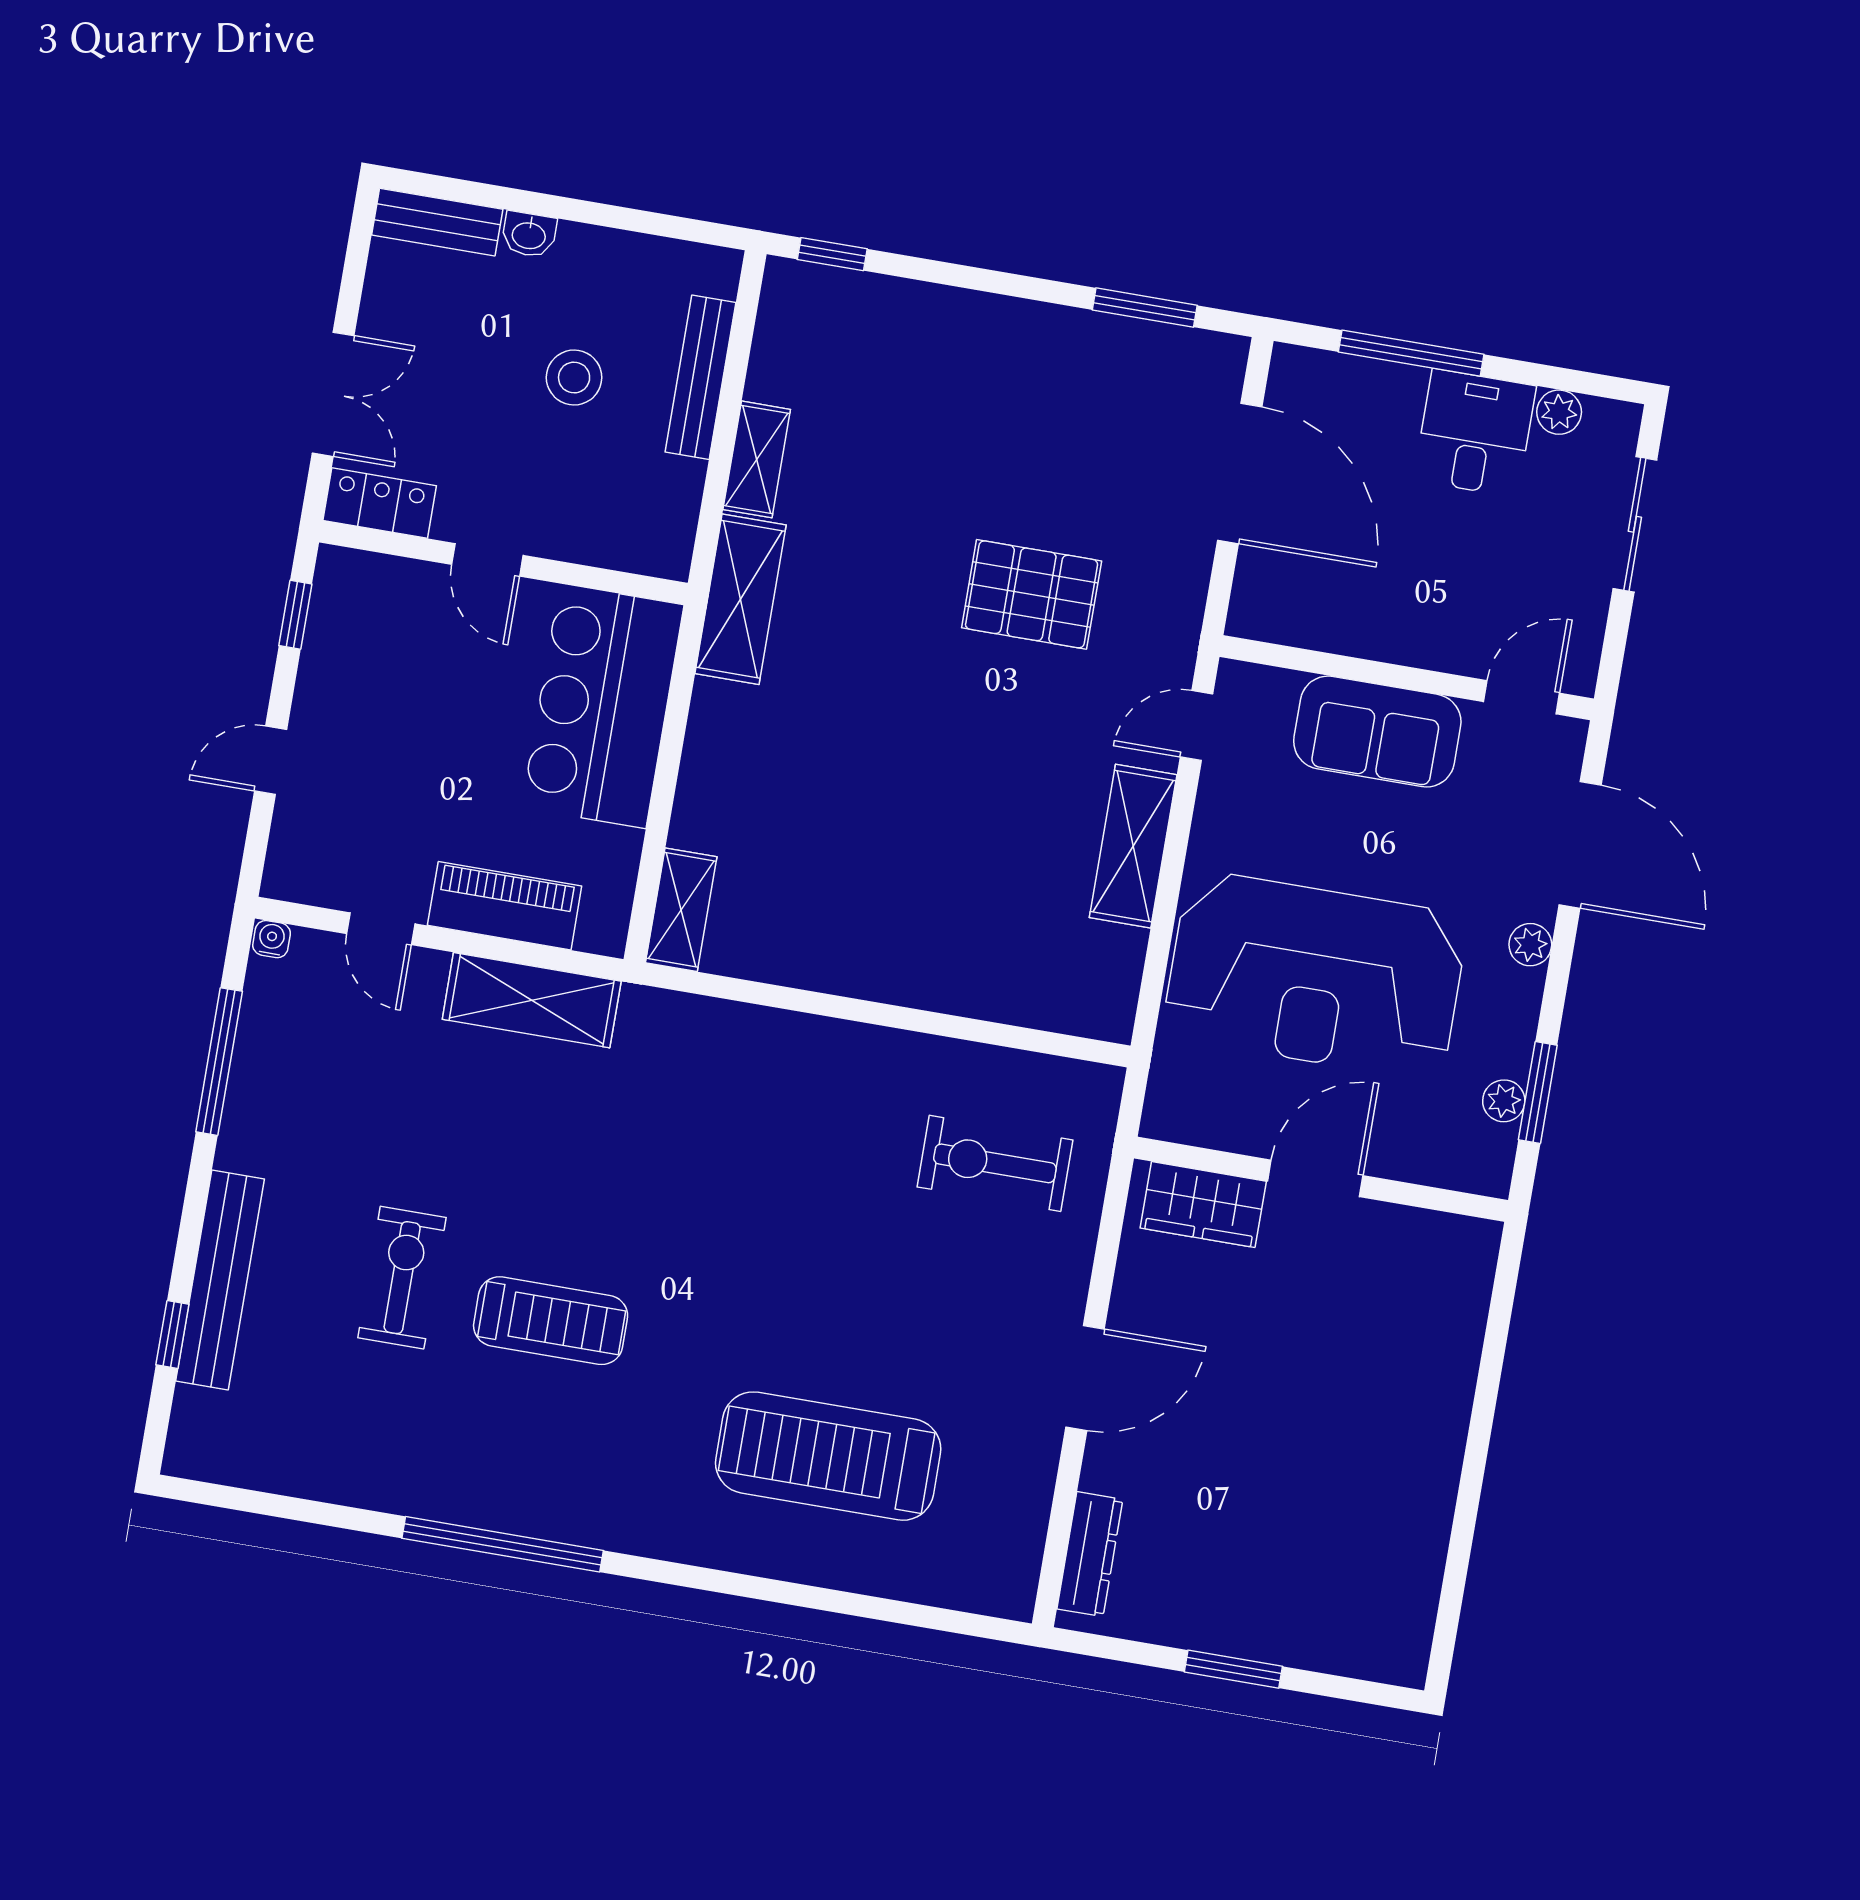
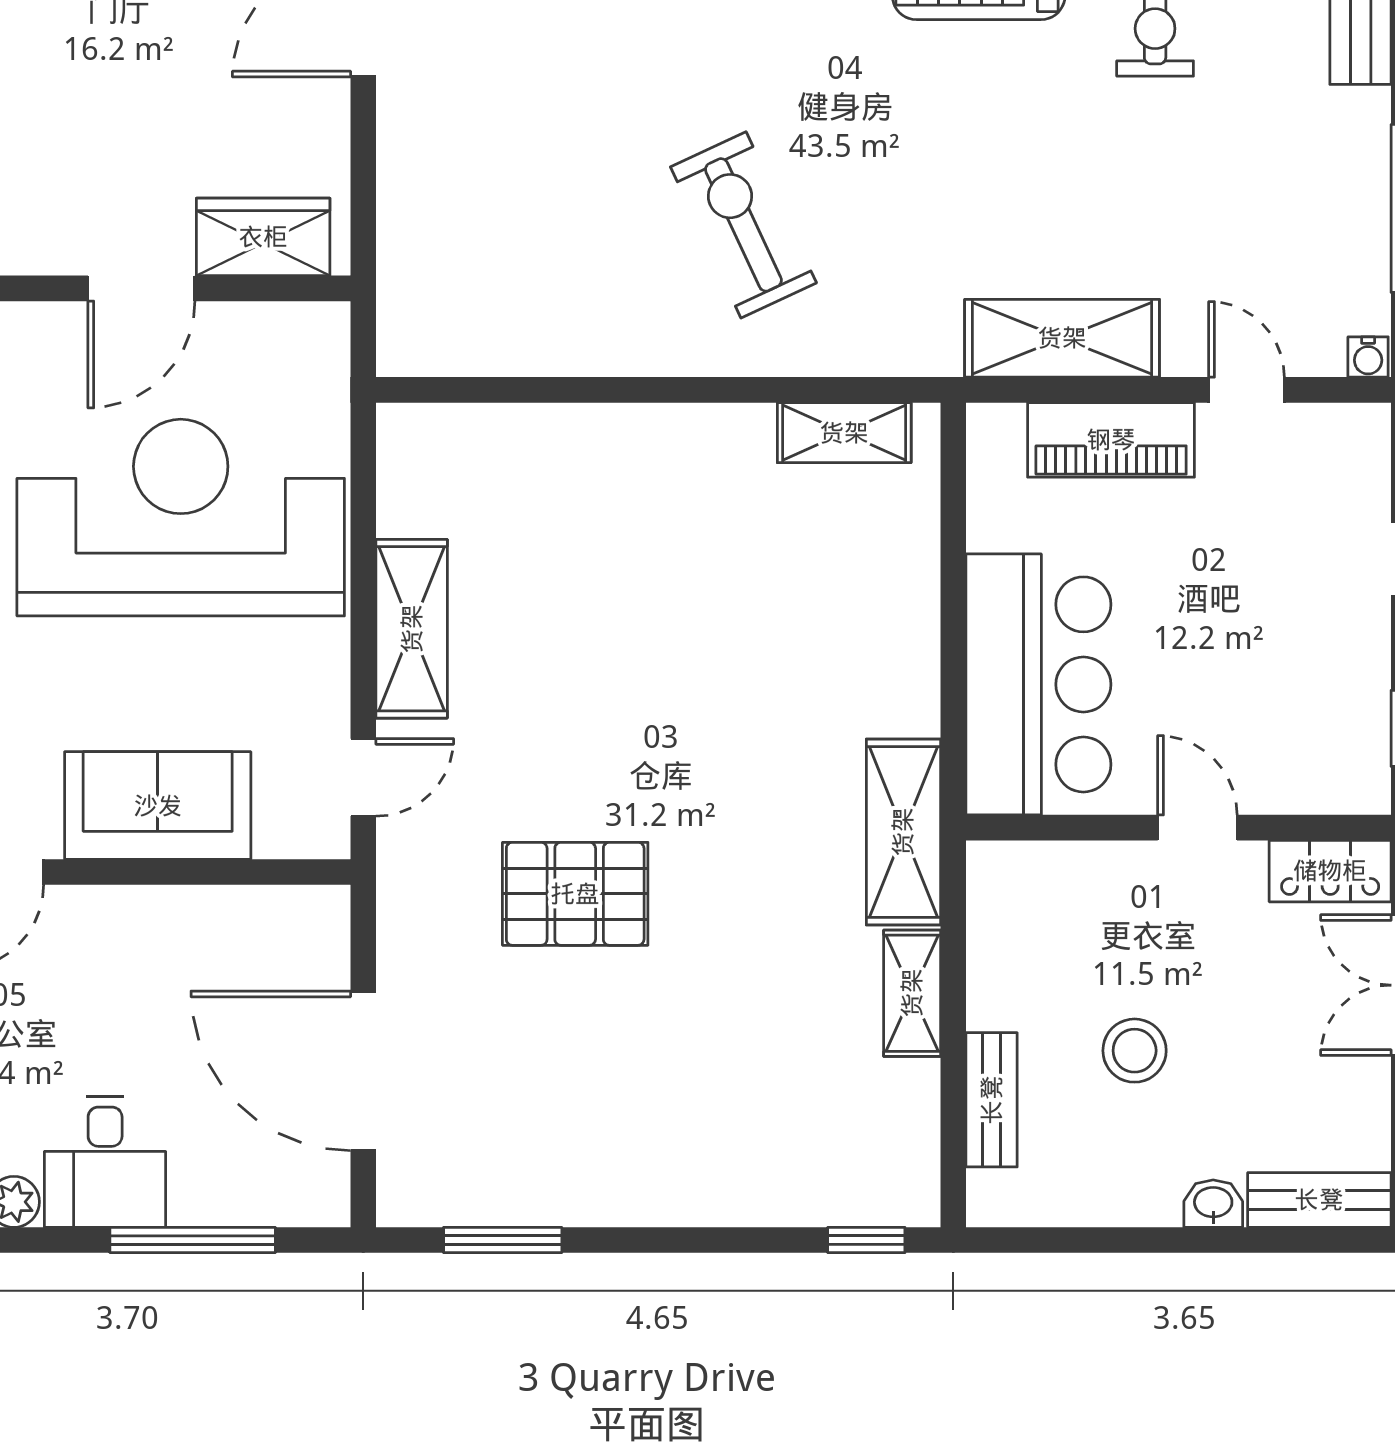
bench: (700, 377) -> (992, 1100), width x0.73
shelving: (681, 910) -> (844, 433), moved, turned 90
exercise bike: (995, 1163) -> (743, 225), moved, turned -115

